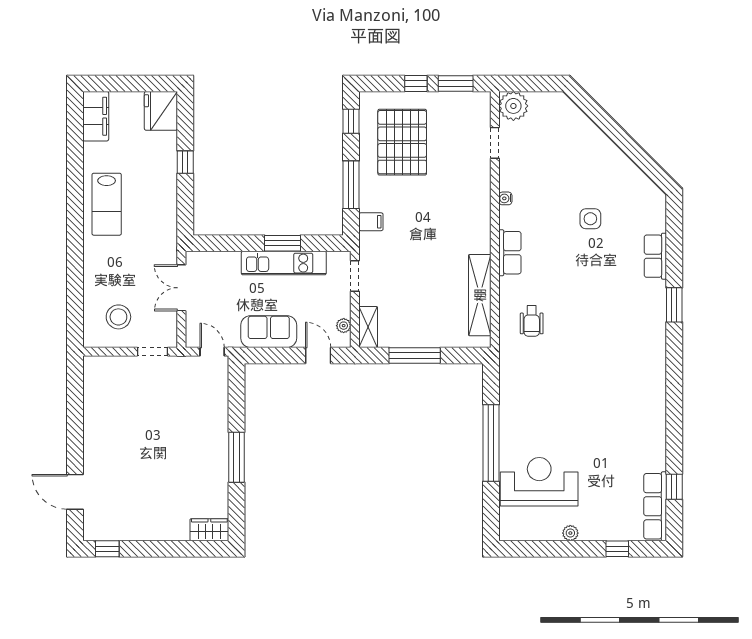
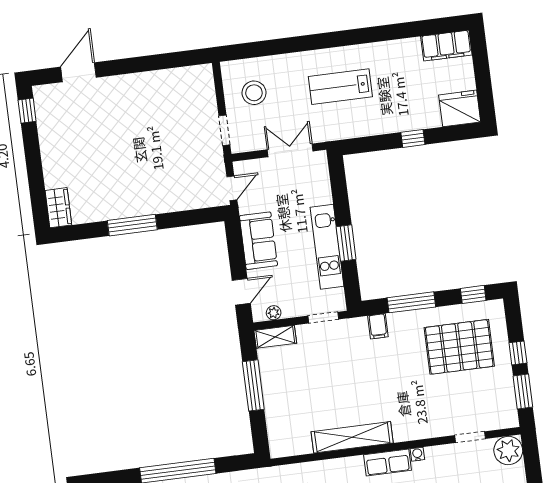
lab bench: (107, 204) -> (340, 87), moved
row of seats: (510, 253) -> (388, 462), moved
shelving: (480, 295) -> (352, 437), moved

